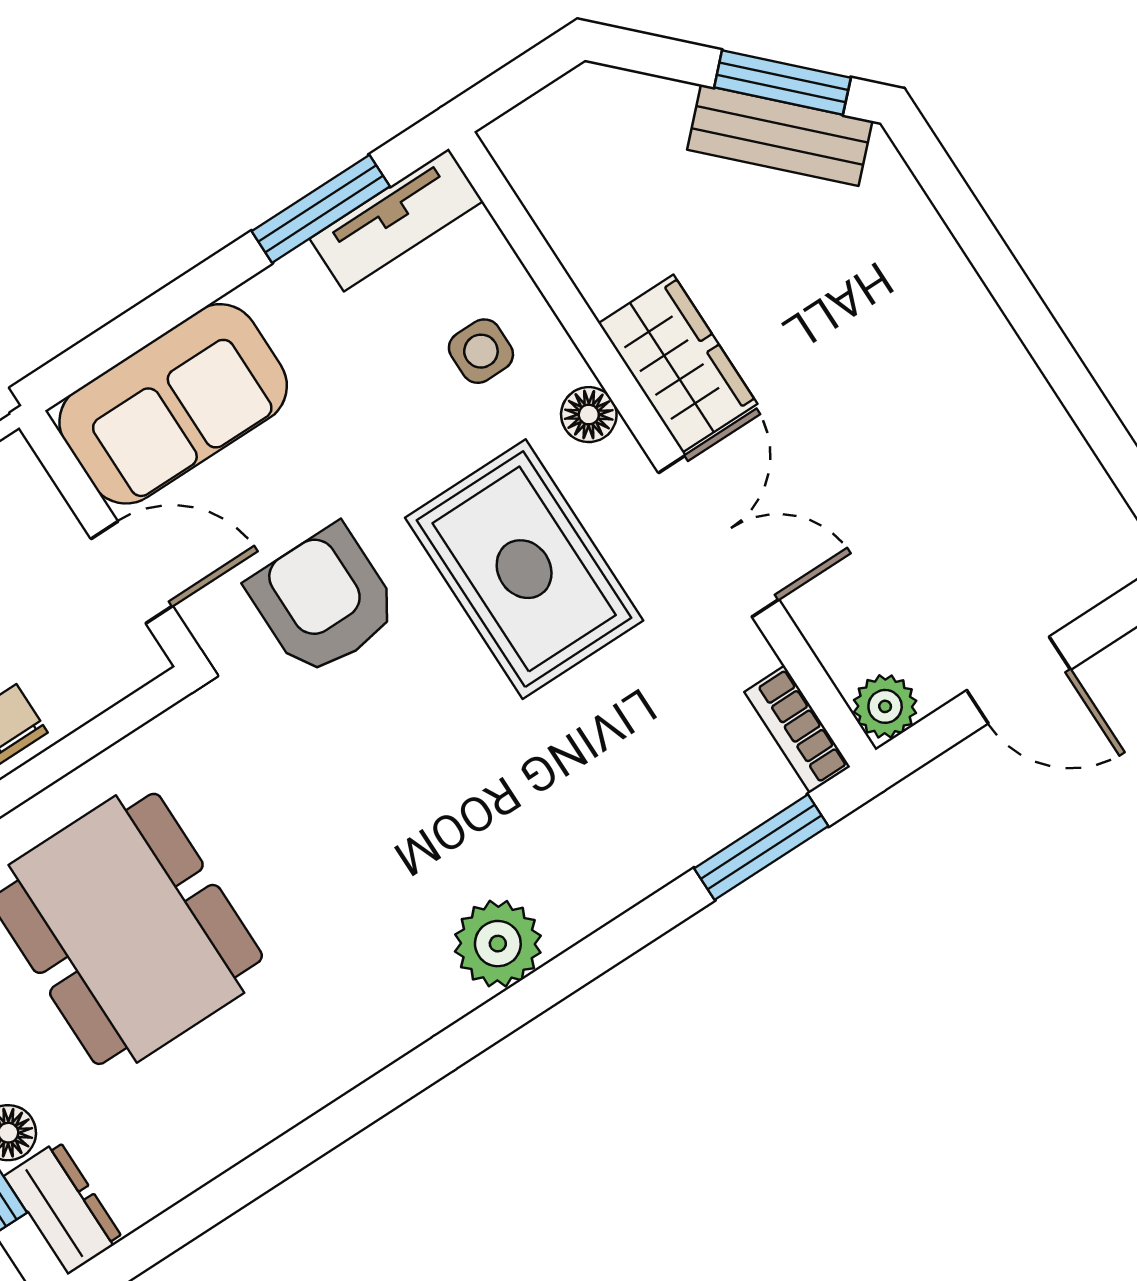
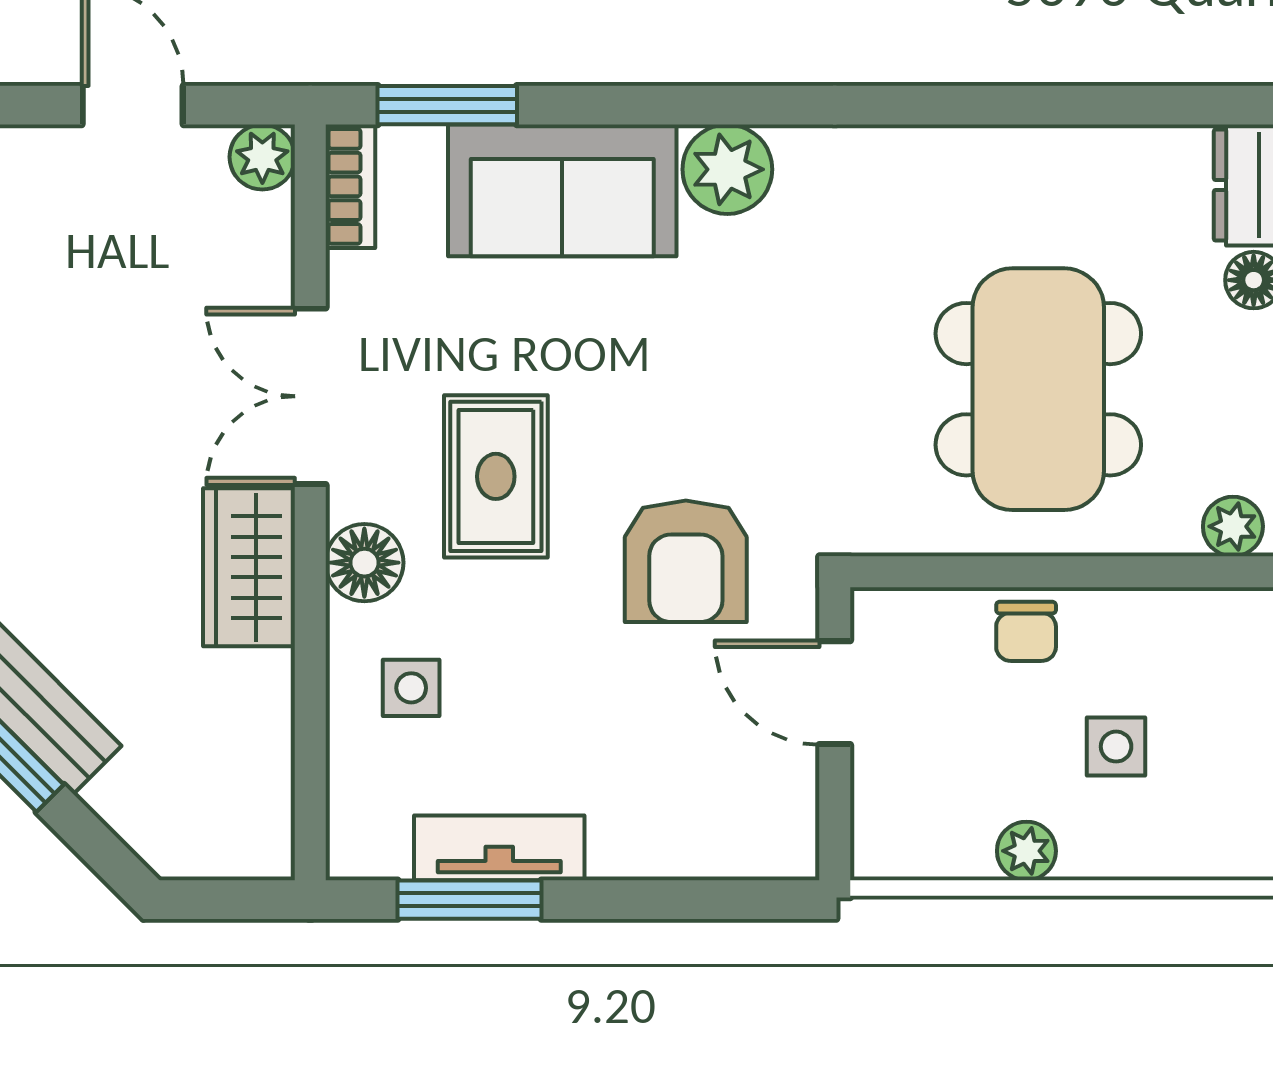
tv unit: (396, 220) -> (499, 848), moved
sofa: (173, 404) -> (562, 190), moved, turned 180
floor lamp: (589, 415) -> (364, 563), width x1.37, depth x1.37
rug: (524, 569) -> (496, 476), width x0.73, depth x0.70

